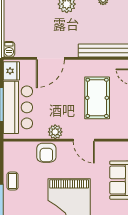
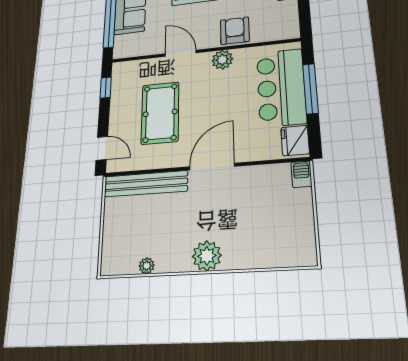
door: (50, 58) -> (212, 167), moved

